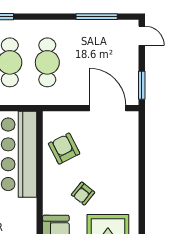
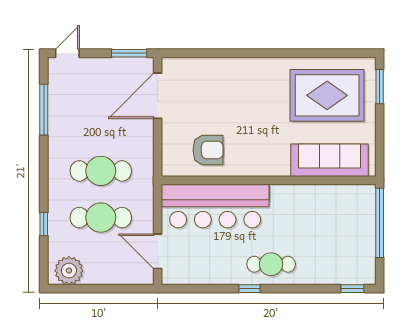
armchair: (64, 149) -> (208, 150), turned -153
armchair: (83, 194) -> (264, 126), removed

